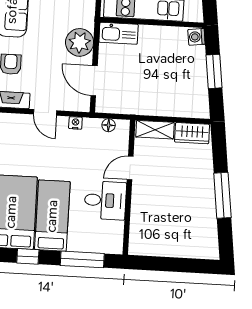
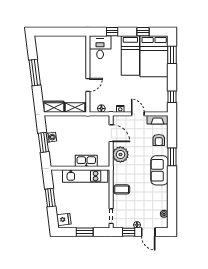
kitchen sink: (119, 33) -> (86, 161), moved
washing machine: (196, 37) -> (51, 137), moved
desk: (105, 200) -> (100, 47), moved, turned 90
window: (82, 259) -> (112, 32), width x0.46

